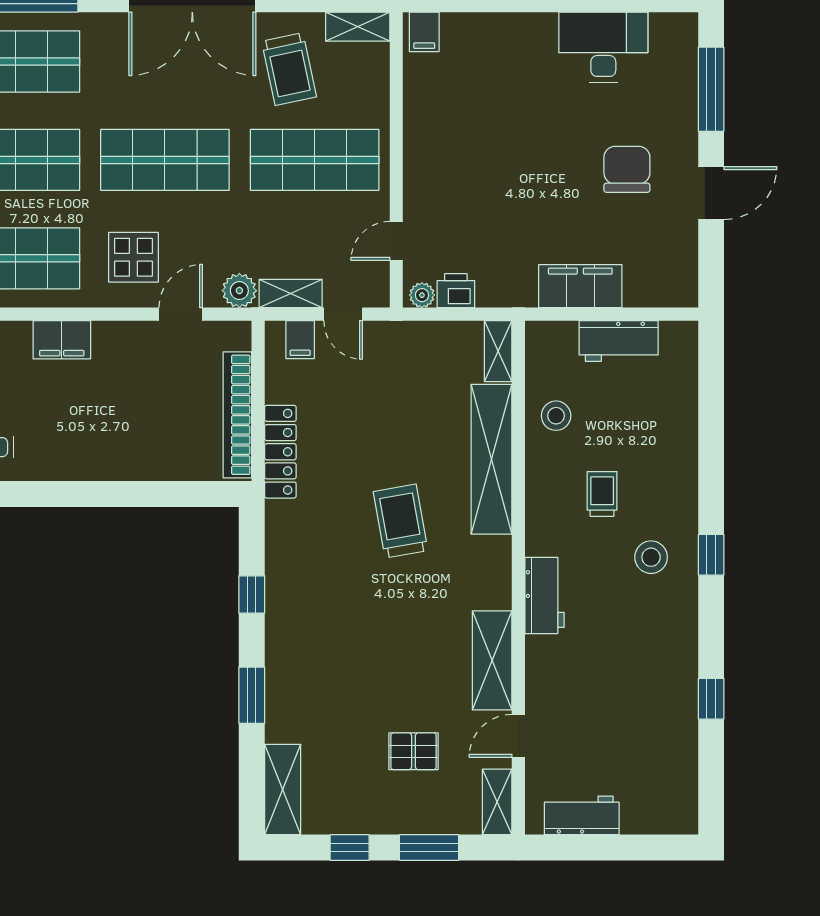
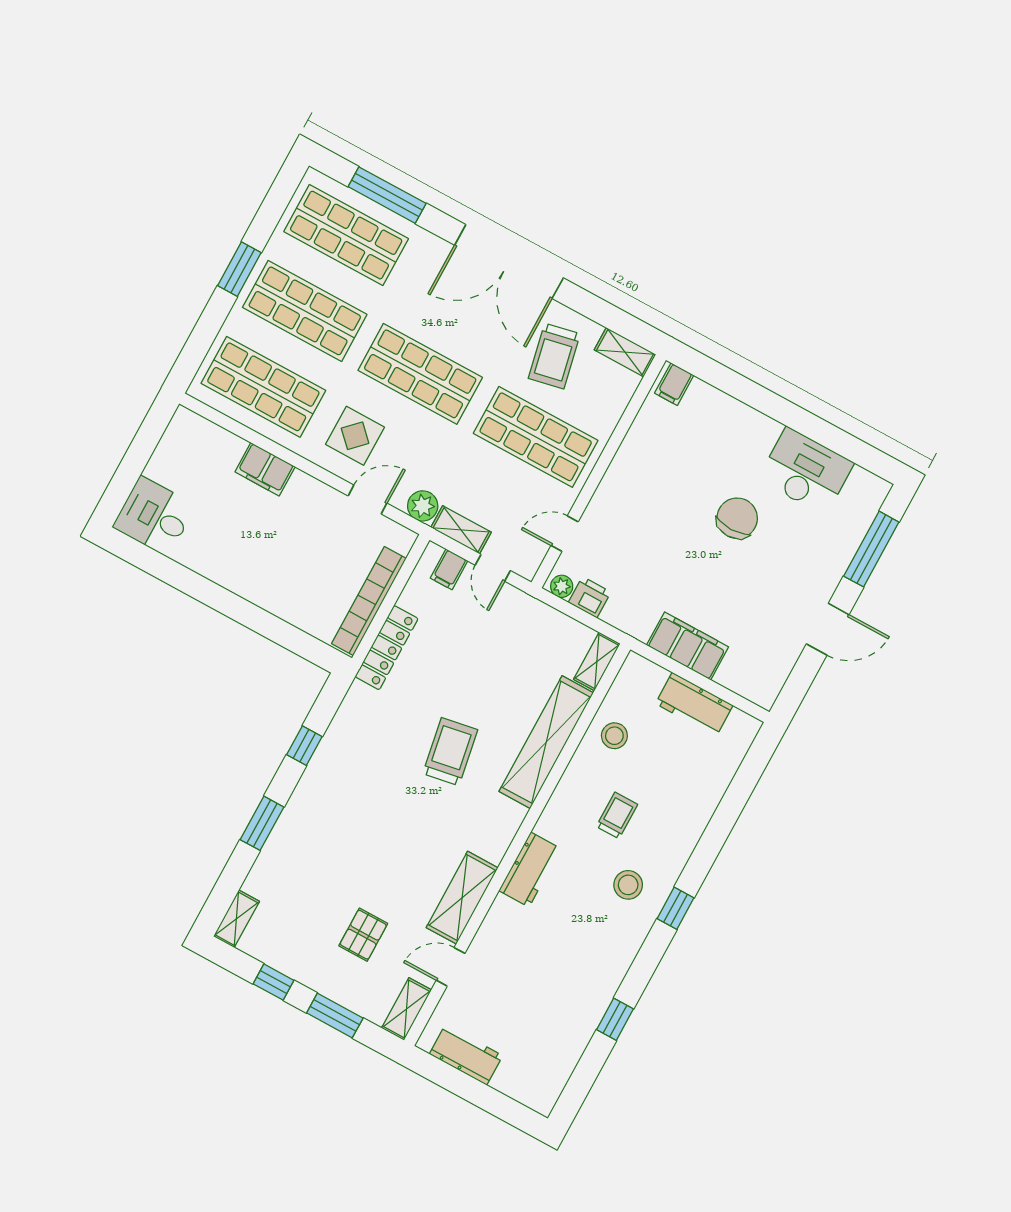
chair: (627, 169) -> (737, 518), moved
pallet: (413, 751) -> (363, 935), turned 90
shelving: (283, 789) -> (236, 919), width x0.67, depth x0.75

